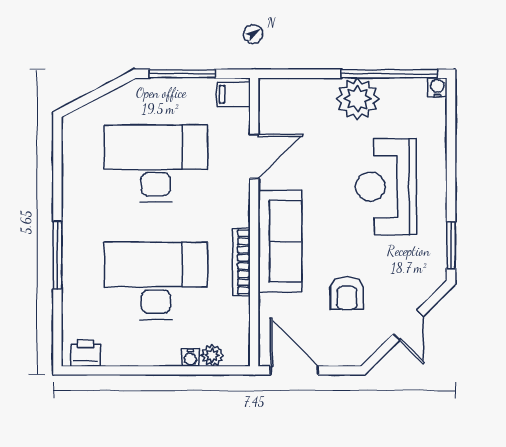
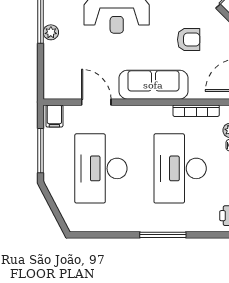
plant: (358, 99) -> (51, 32), width x0.53, depth x0.53
bookcase: (241, 262) -> (196, 111), moved

